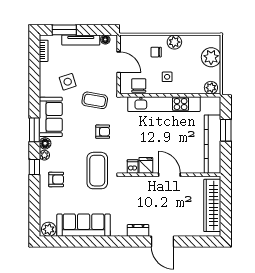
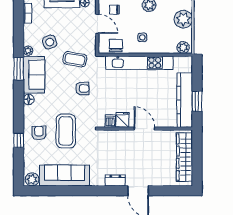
chair: (156, 52) -> (114, 10), moved
window: (34, 130) -> (19, 69), moved
window: (226, 130) -> (197, 101), moved
plant: (44, 155) -> (28, 51), moved
window: (34, 167) -> (19, 140), moved
coffee table: (97, 171) -> (66, 131), moved
armchair: (56, 179) -> (39, 133), turned -90

